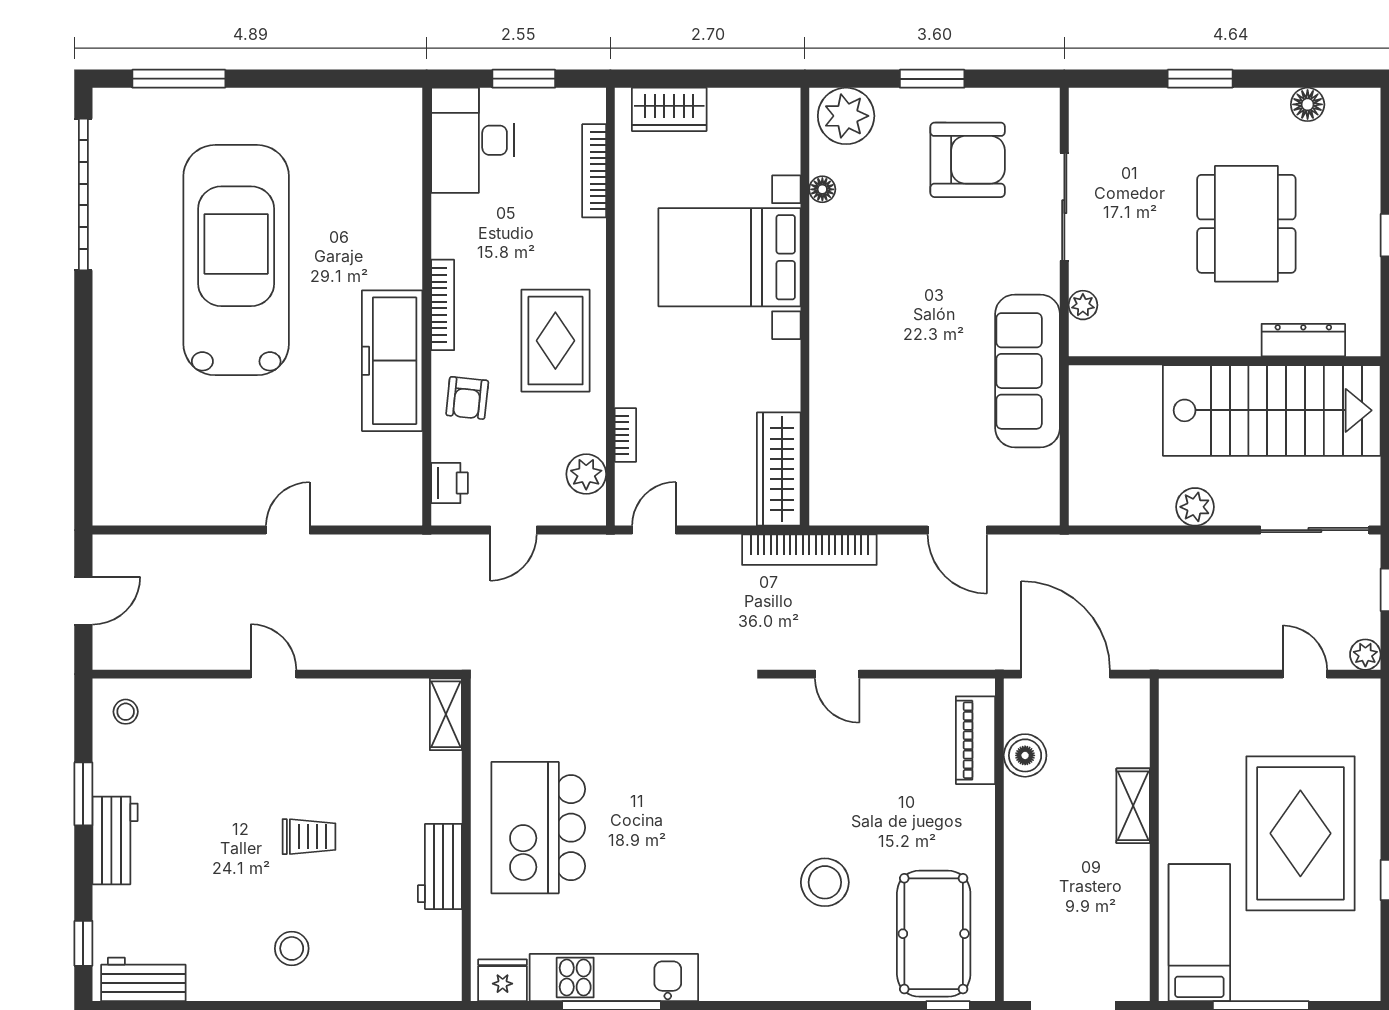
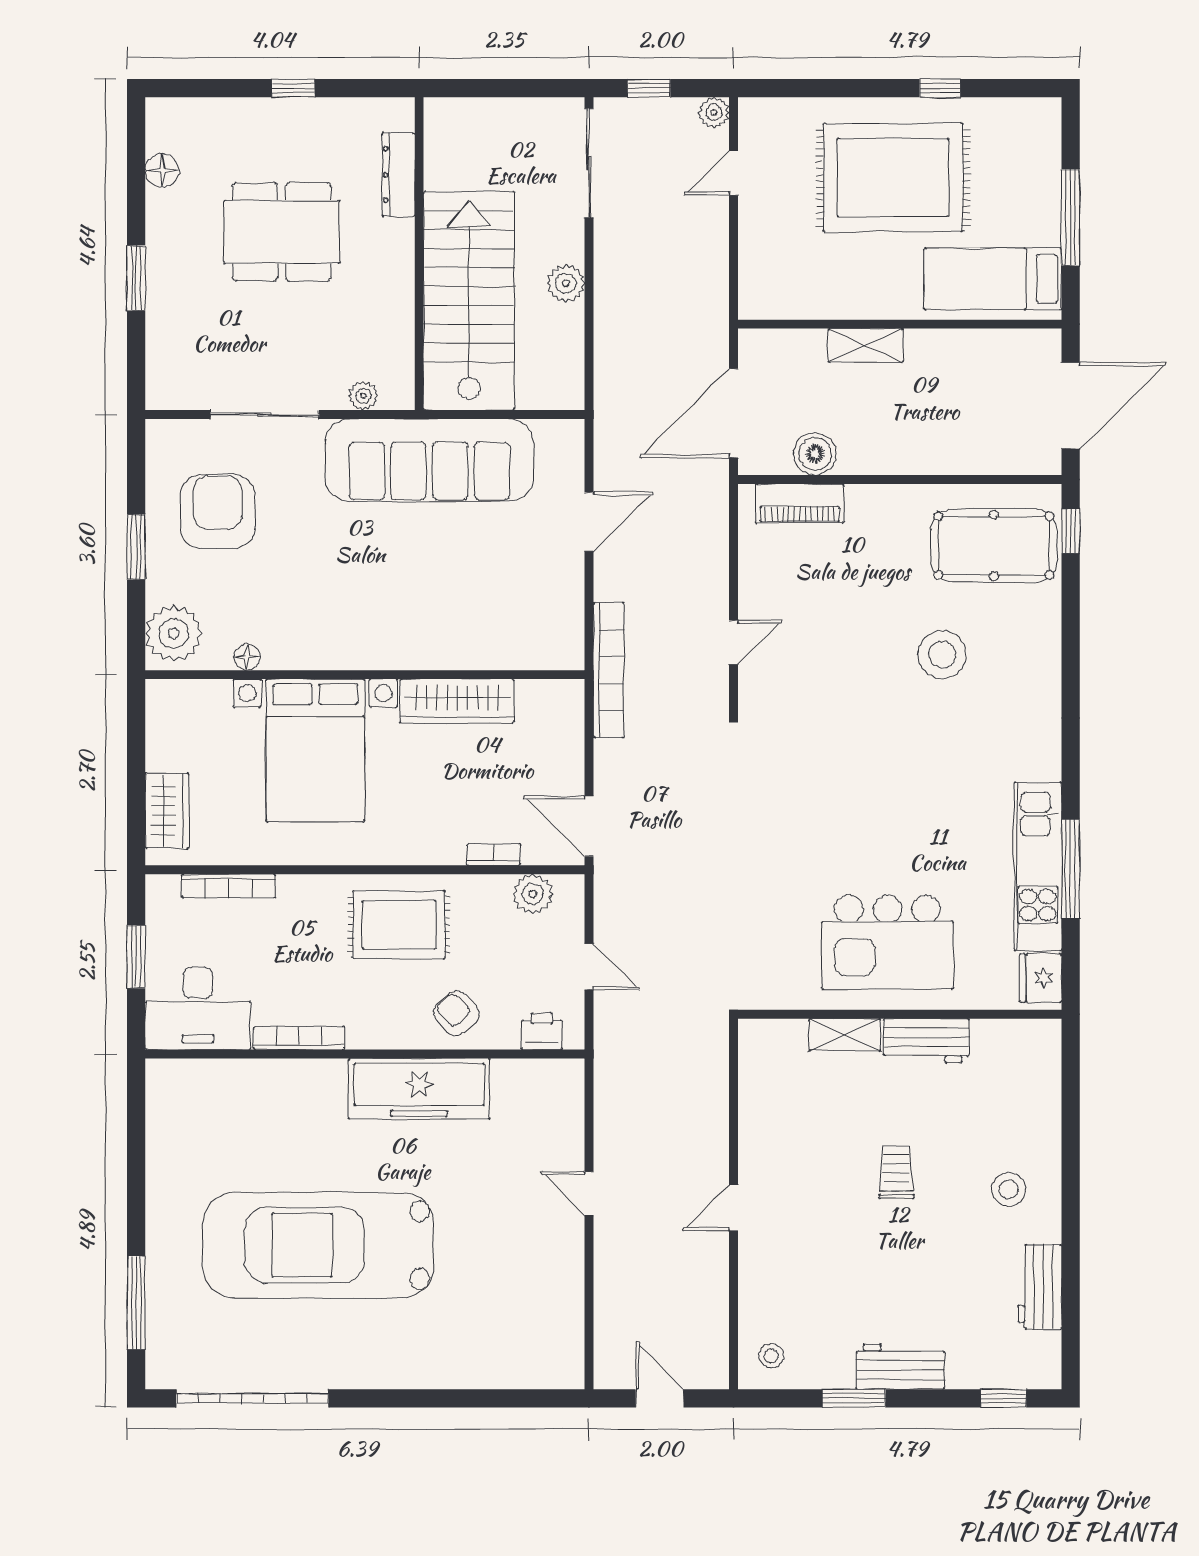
bookcase: (443, 305) -> (299, 1038), moved
sofa: (1027, 371) -> (429, 460), width x1.36, depth x1.27
armchair: (467, 398) -> (456, 1013), turned -139
stairs: (1272, 410) -> (469, 301), moved
wardrobe: (779, 469) -> (457, 701), moved
door: (654, 530) -> (589, 826), width x1.38
shelving: (446, 714) -> (845, 1035), moved
workbench: (143, 979) -> (1040, 1287), moved

